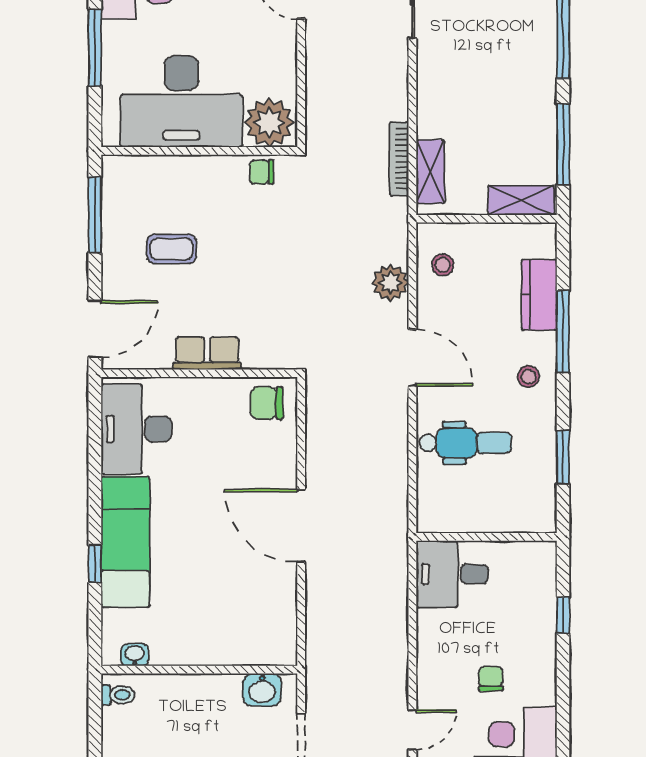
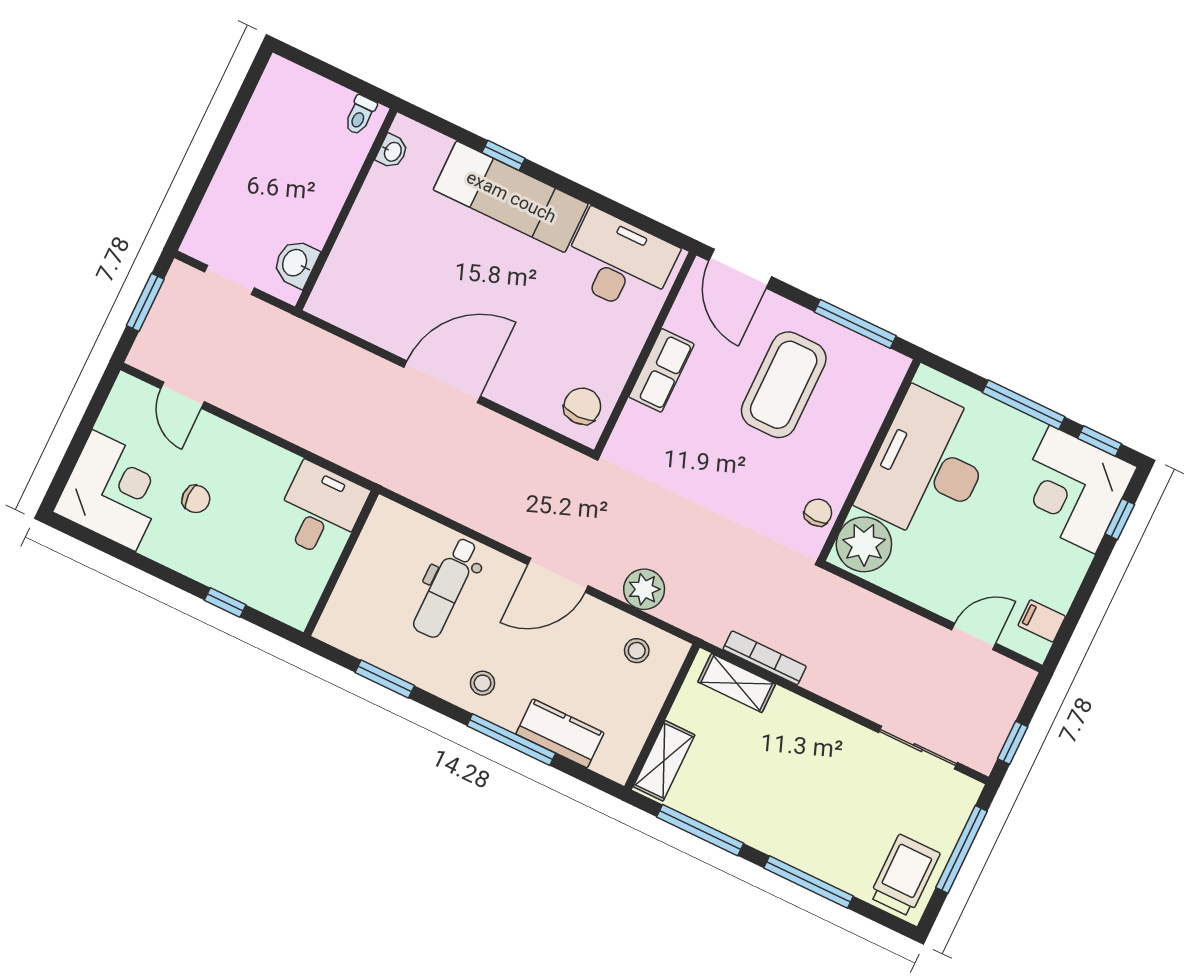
coffee table: (172, 249) -> (784, 385), width x1.86, depth x1.72

